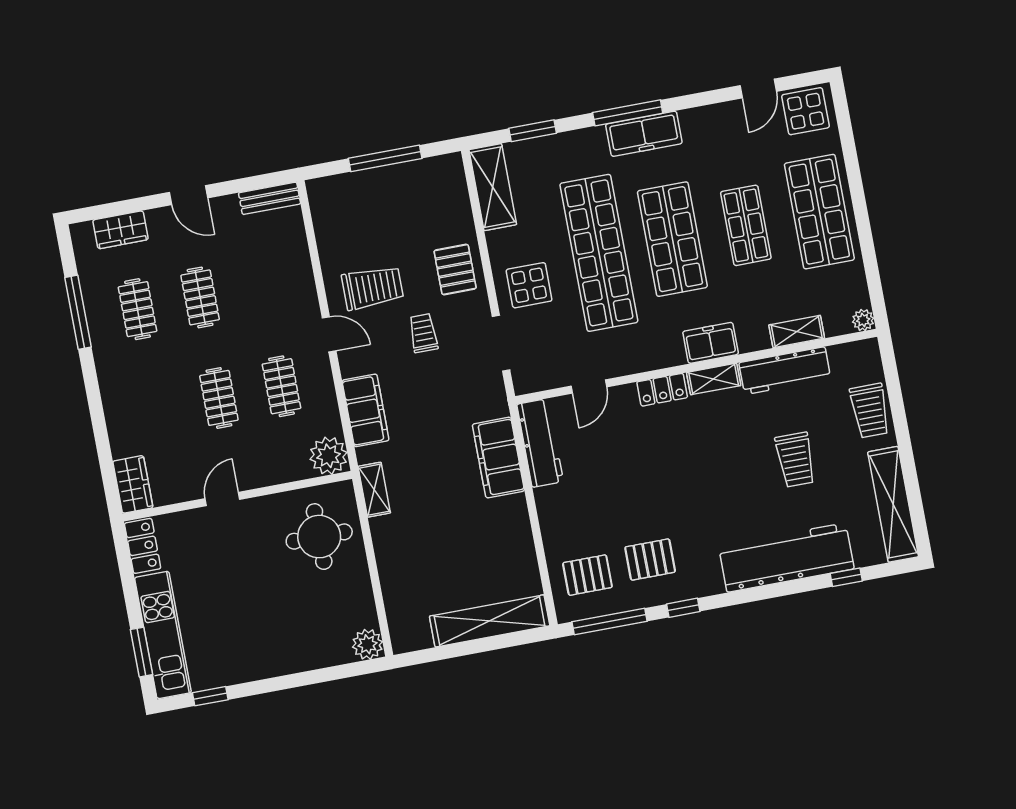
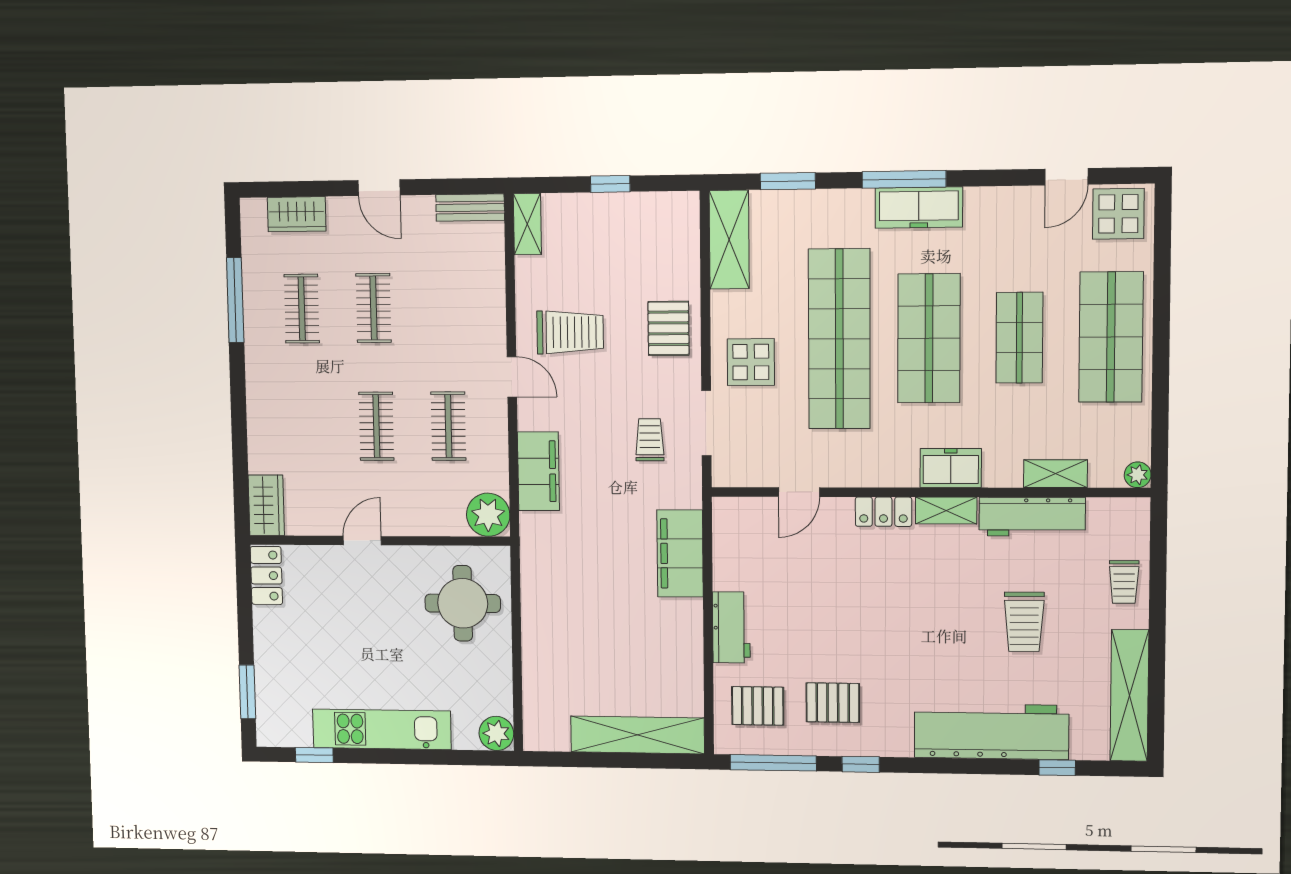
window: (385, 158) -> (610, 184), width x0.46
trolley: (423, 333) -> (650, 440), moved
trolley: (870, 411) -> (1124, 582), width x0.73, depth x0.72
workbench: (540, 443) -> (731, 627), moved, width x0.73
shelving: (374, 490) -> (527, 224), moved
kitchen unit: (163, 635) -> (382, 729), moved, turned -90

